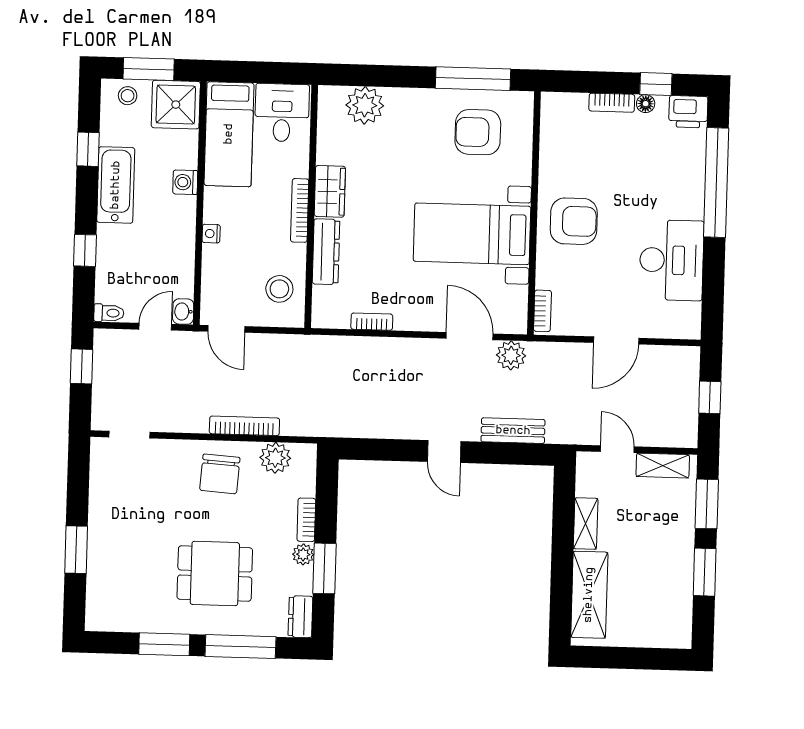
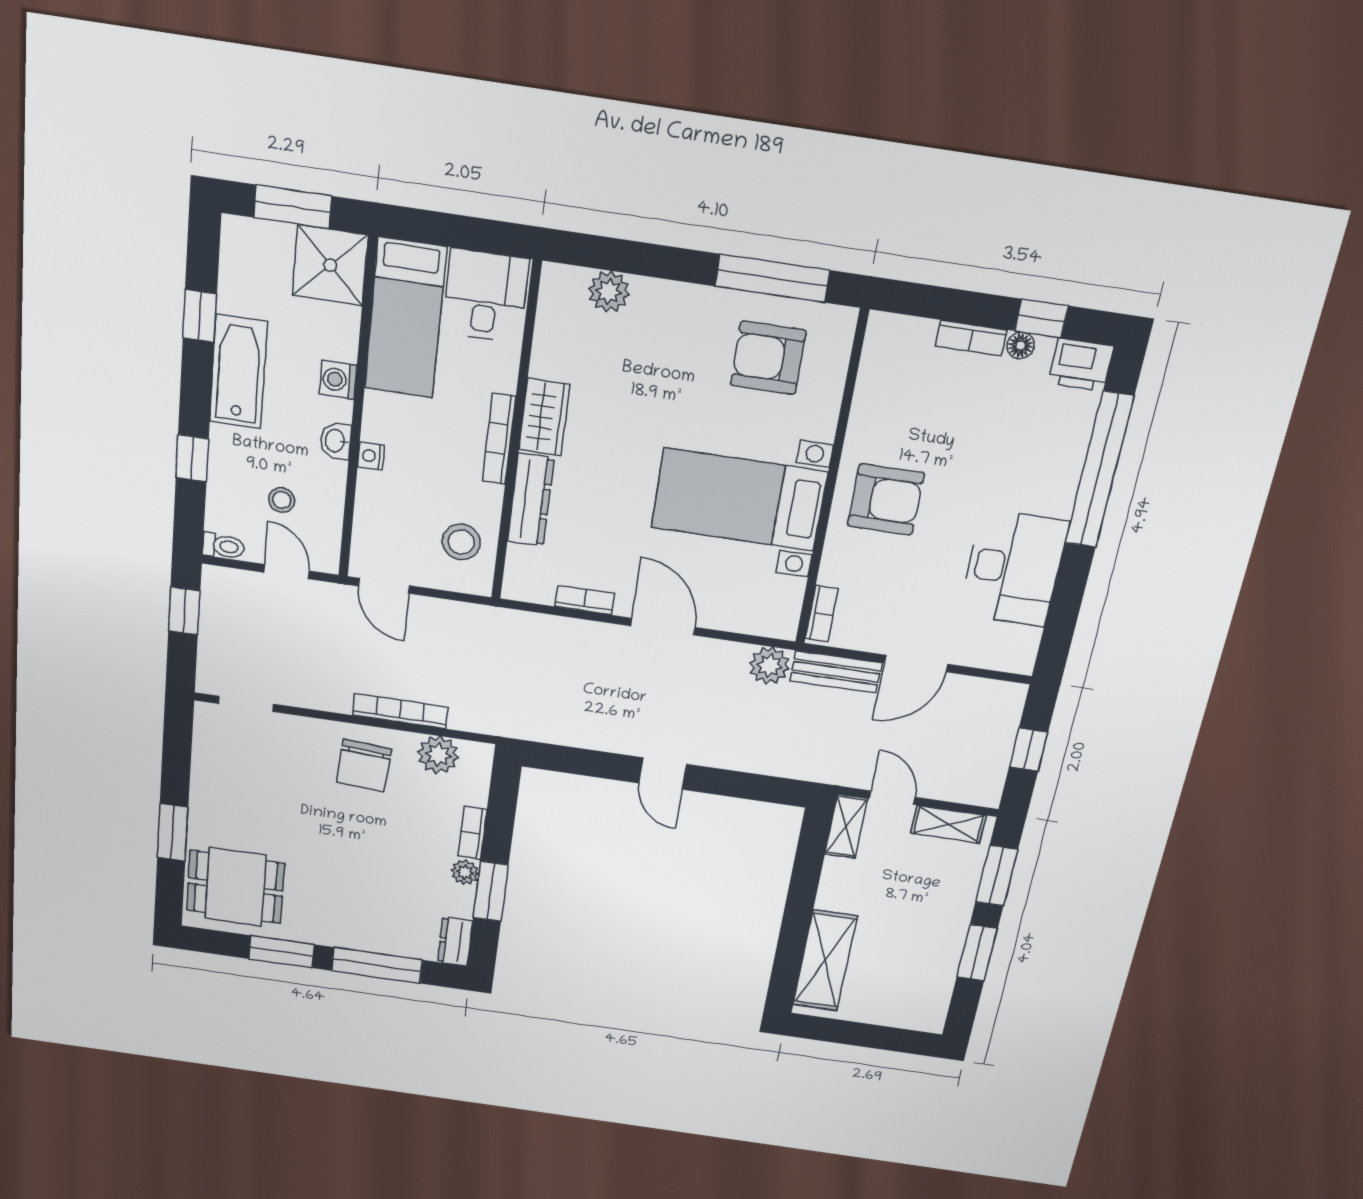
stool: (128, 96) -> (282, 500), moved
plant: (365, 105) -> (609, 292), width x0.73, depth x0.73
washbasin: (183, 312) -> (336, 441), moved
door: (155, 327) -> (287, 572), hinge flipped
door: (470, 336) -> (663, 627), moved
bench: (513, 431) -> (836, 672), moved
shelving: (586, 524) -> (846, 826), moved
dining table: (215, 574) -> (236, 887), moved

